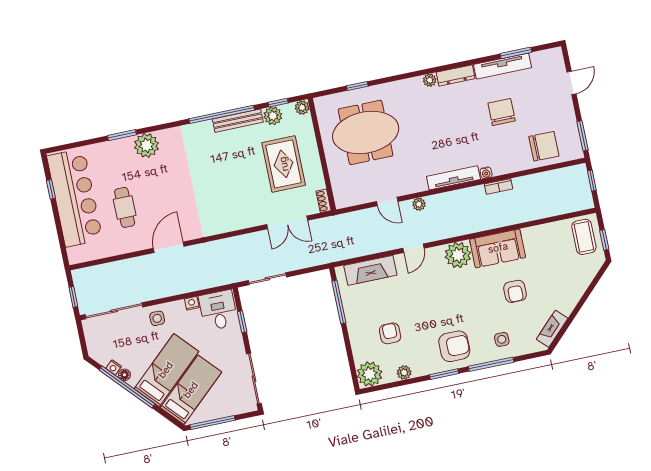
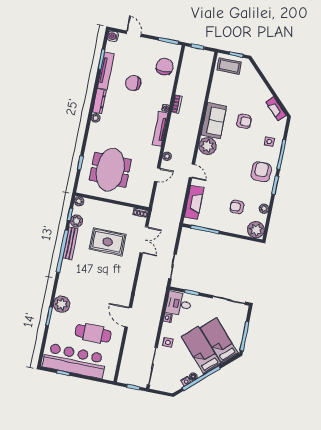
water cooler: (555, 55) -> (113, 36), added
rug: (284, 164) -> (108, 242), moved
cafe table: (125, 207) -> (93, 333), width x1.37, depth x1.35

